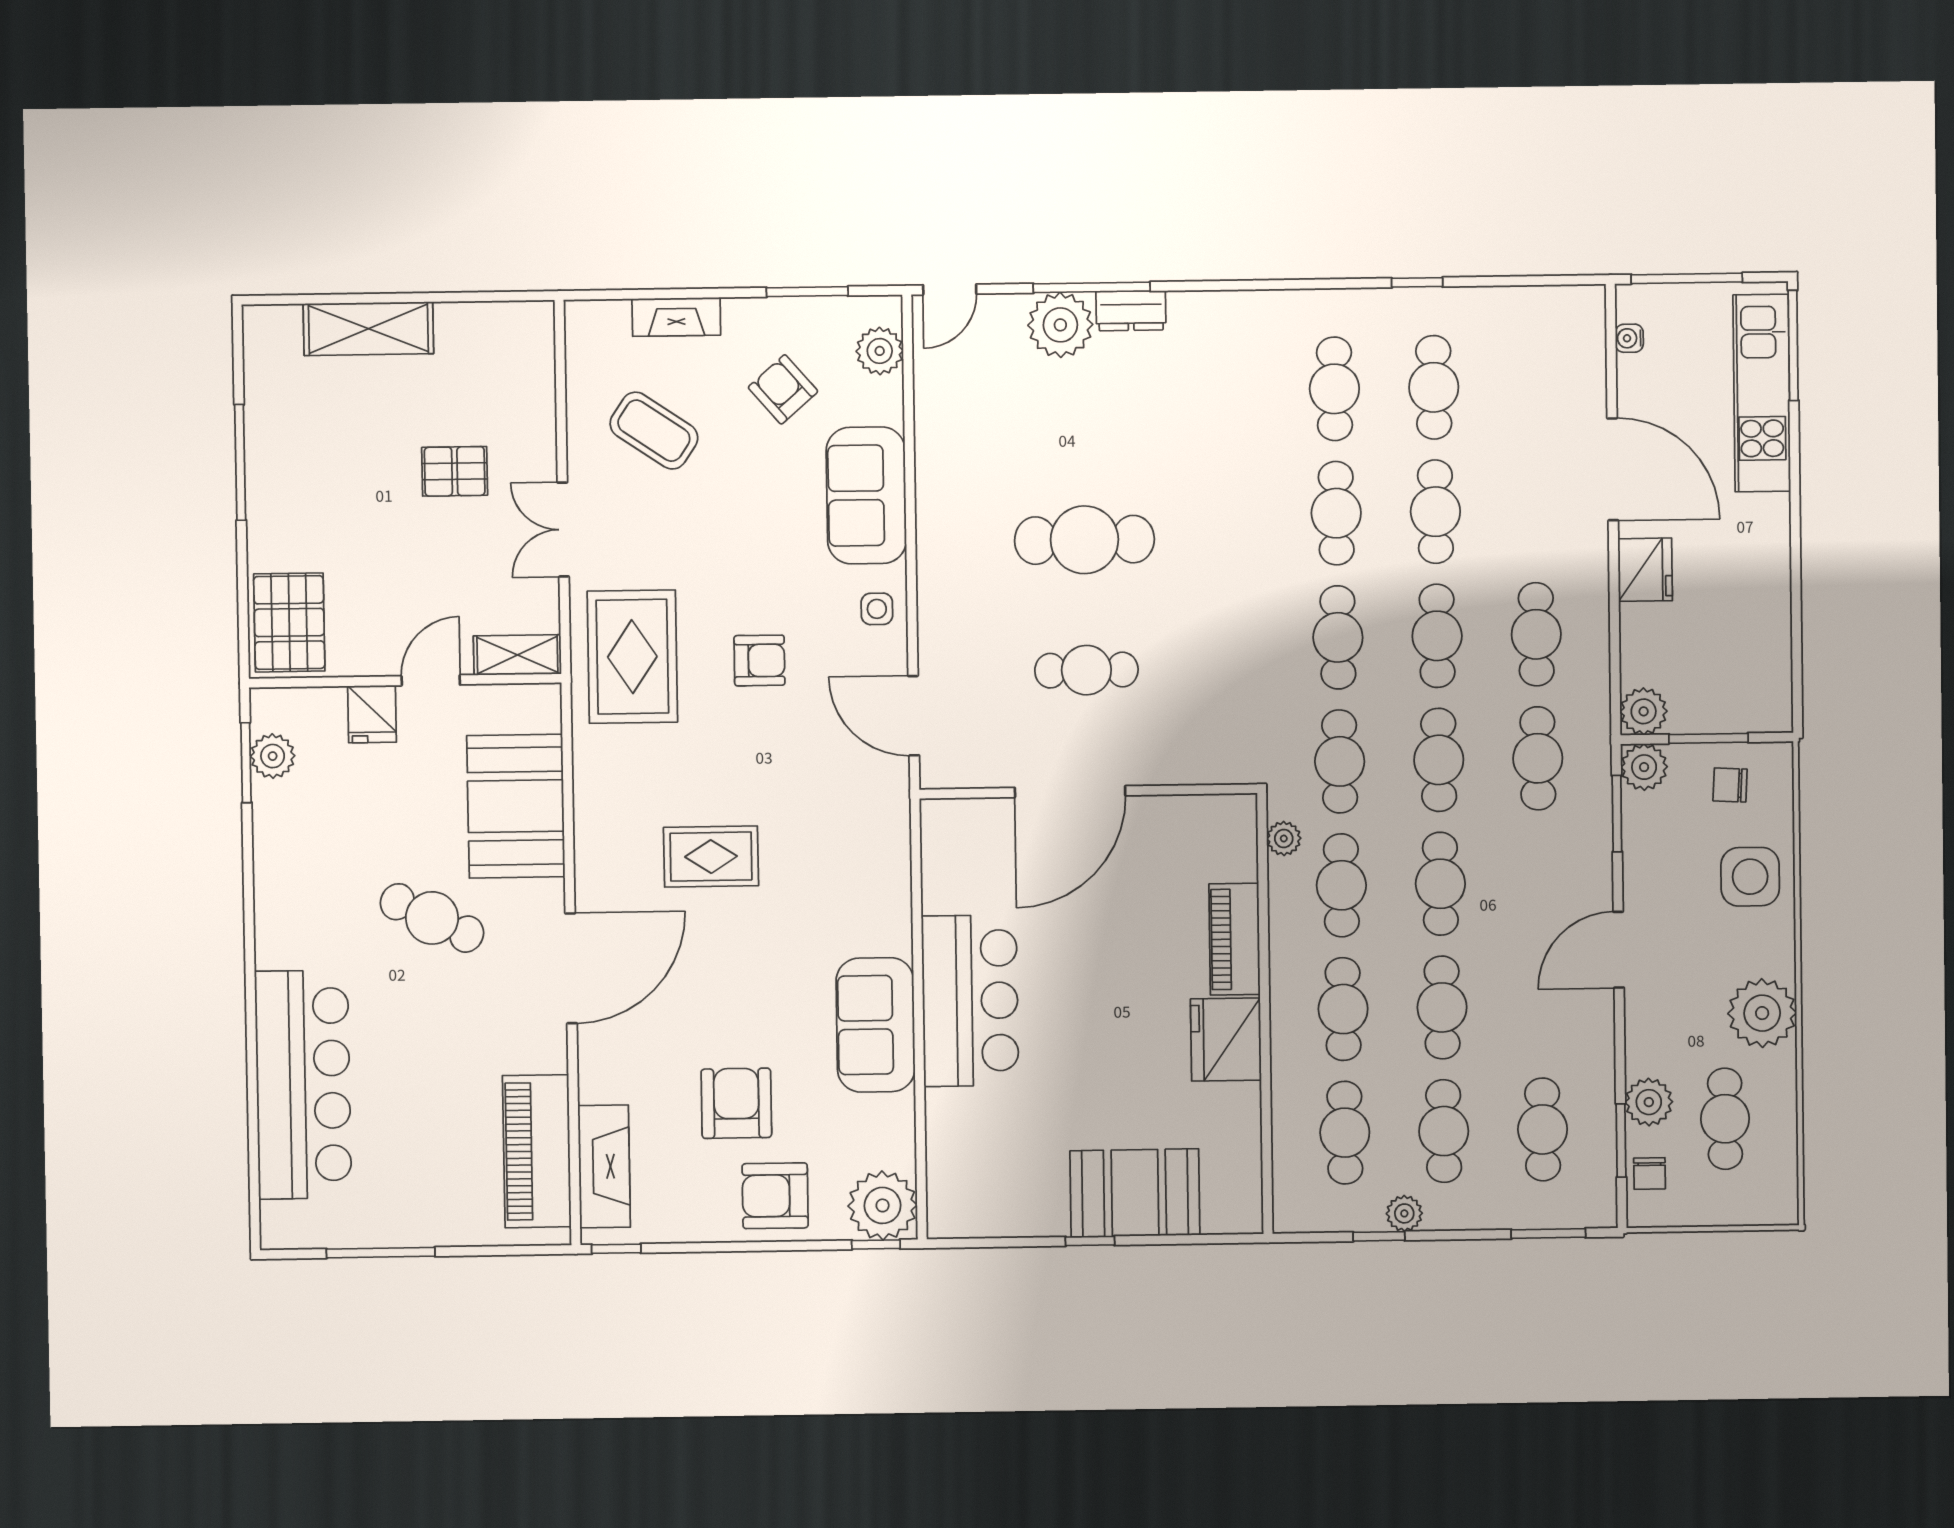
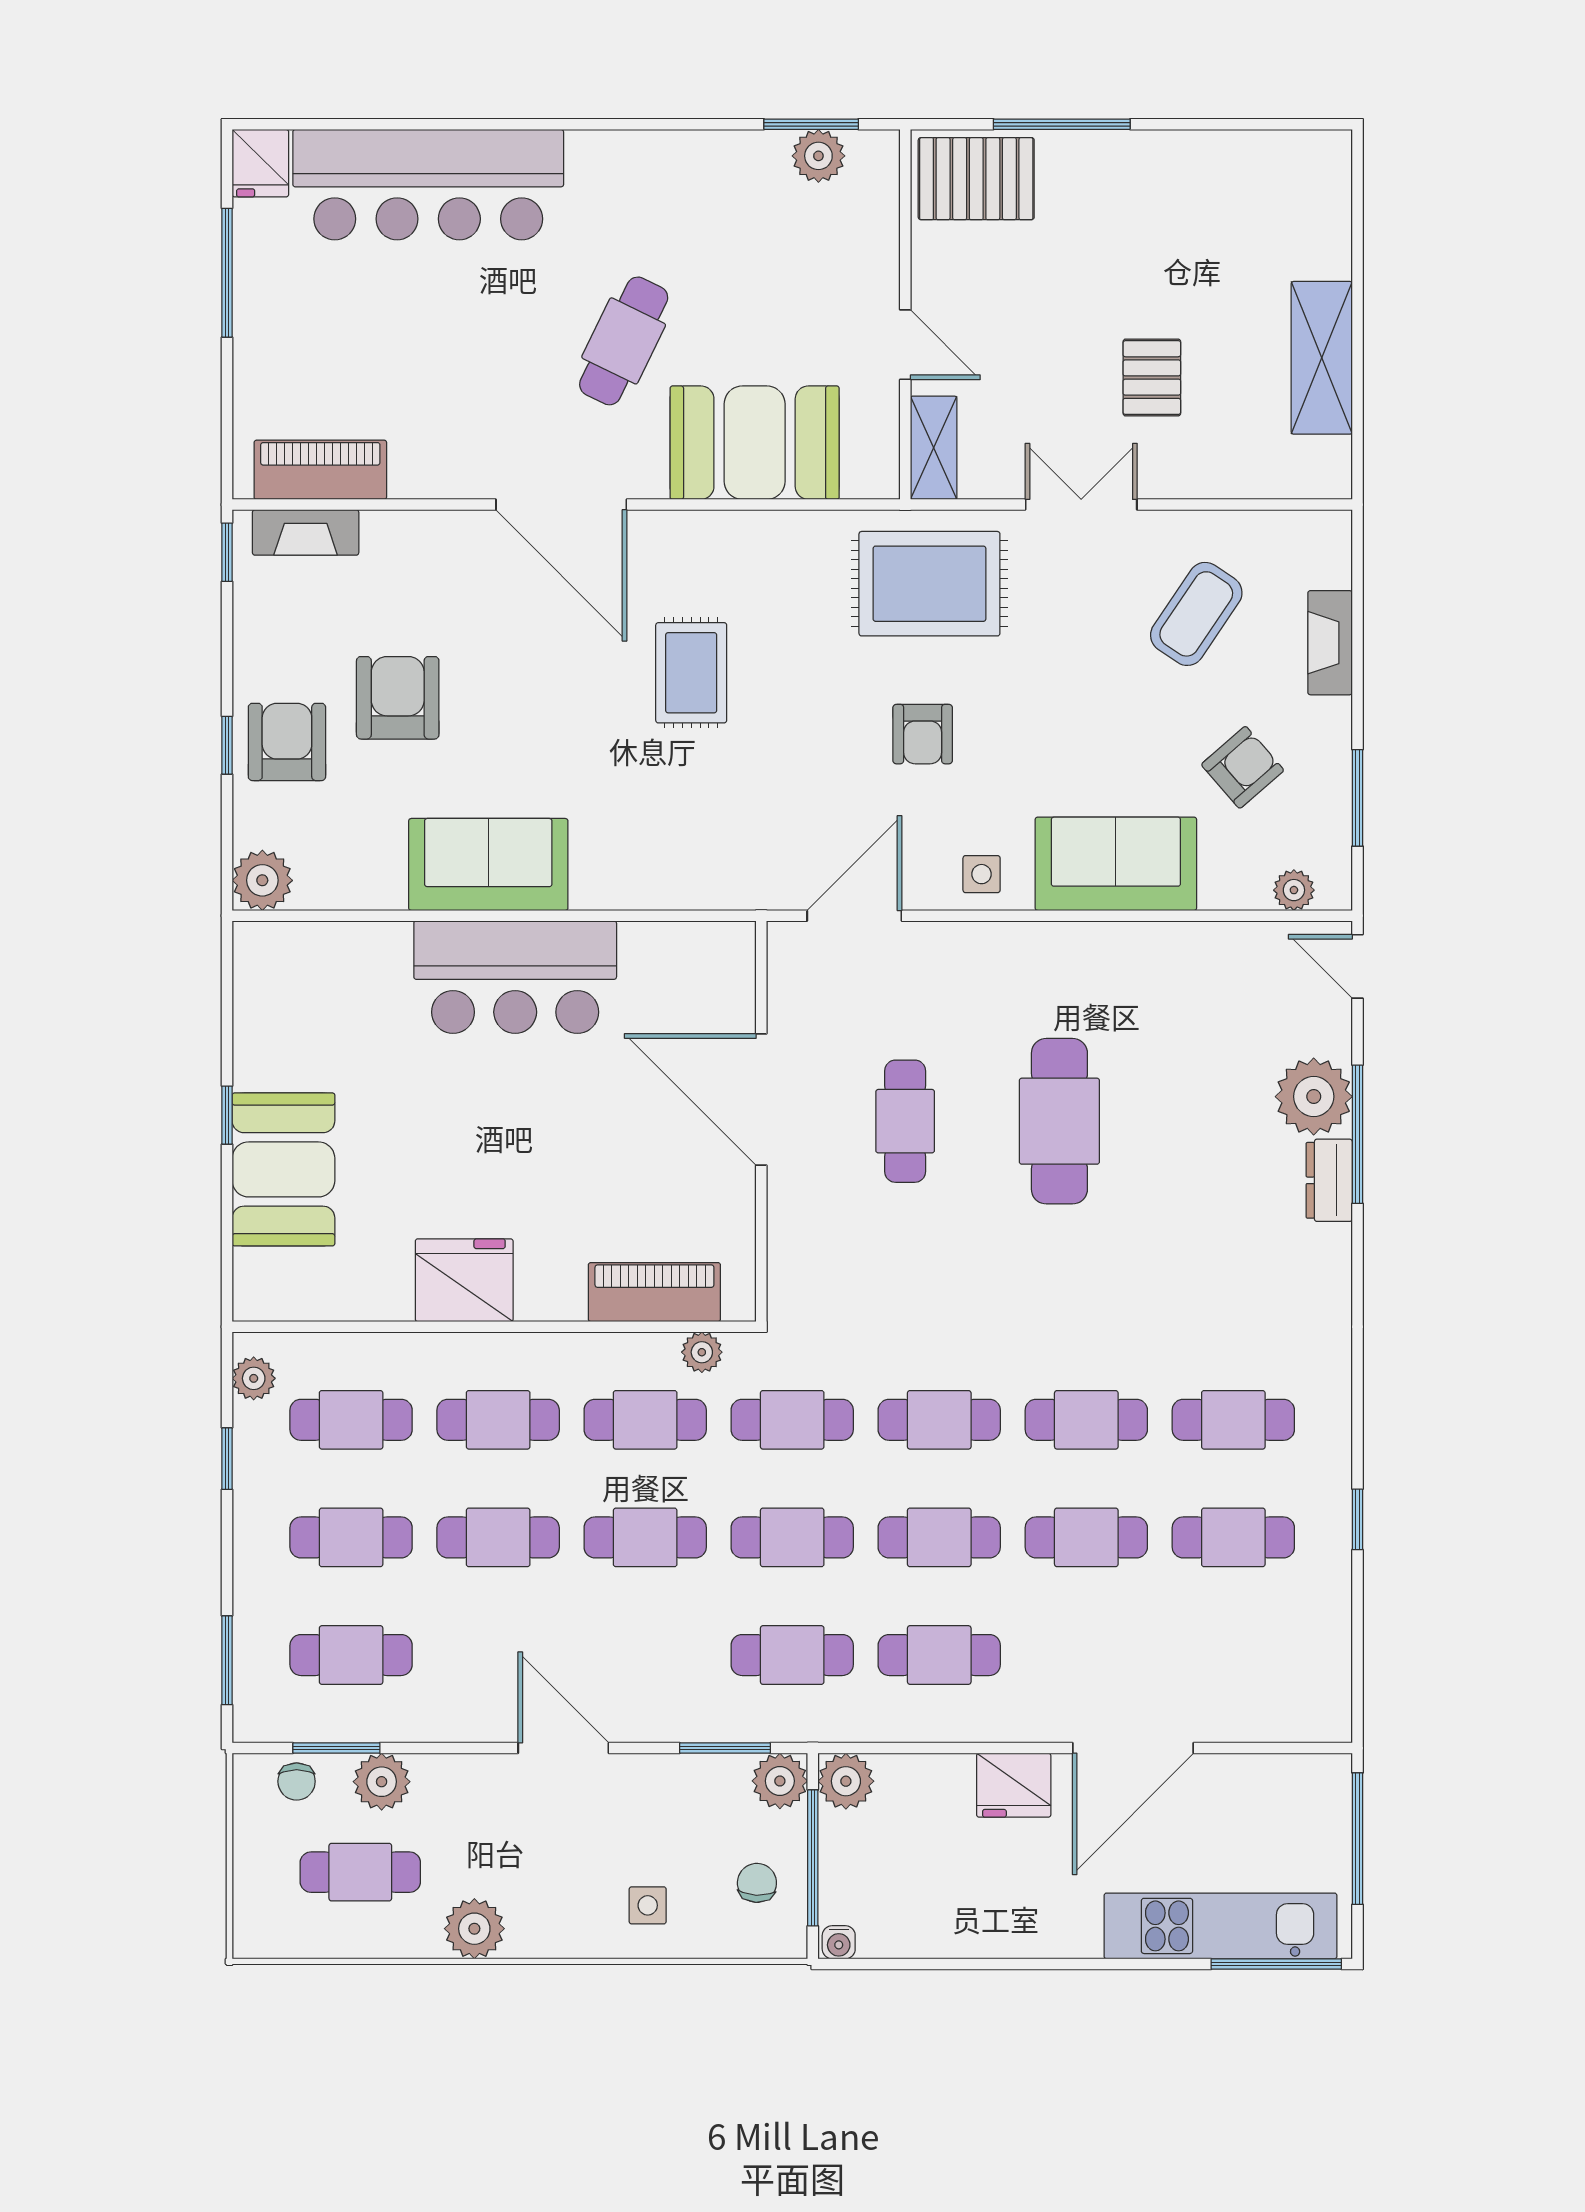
shelving: (368, 329) -> (1322, 358), moved
water cooler: (1629, 338) -> (839, 1942), moved, turned 180
plant: (880, 351) -> (1294, 890), width x0.73, depth x0.73
window: (240, 462) -> (1062, 124), moved
fridge: (372, 714) -> (260, 163), moved, turned -90
window: (1708, 738) -> (813, 1858), width x1.44
side table: (1750, 877) -> (648, 1905), width x0.54, depth x0.54
piano: (1235, 939) -> (654, 1292), moved
plant: (1762, 1013) -> (474, 1929), width x0.73, depth x0.73
armchair: (736, 1103) -> (398, 698), turned -90
piano: (537, 1151) -> (320, 470), width x0.73, depth x0.75
fireplace: (604, 1166) -> (306, 532), width x0.73, depth x0.76
chair: (1650, 1173) -> (297, 1781), turned -90
plant: (883, 1205) -> (262, 880), width x0.73, depth x0.73
plant: (1404, 1213) -> (254, 1378), moved
window: (876, 1244) -> (227, 745), moved

